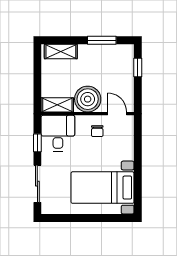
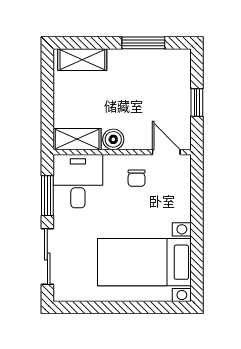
window: (138, 68) -> (197, 102), moved
boiler: (88, 99) -> (113, 139), width x0.54, depth x0.54
window: (37, 143) -> (47, 196), width x1.50

